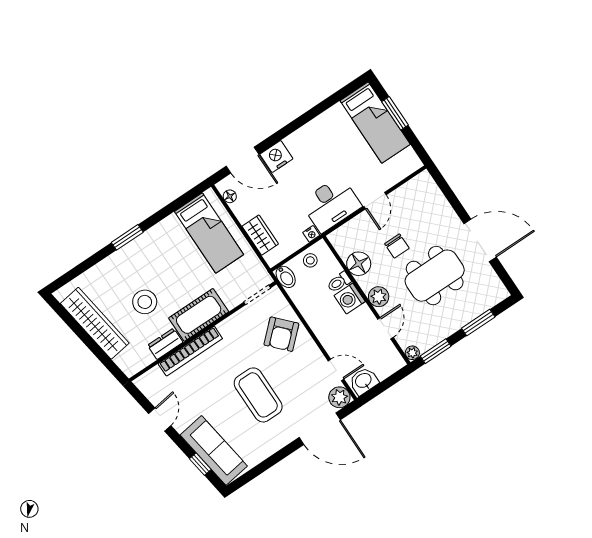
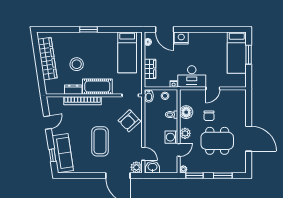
washing machine: (350, 299) -> (171, 137), moved

